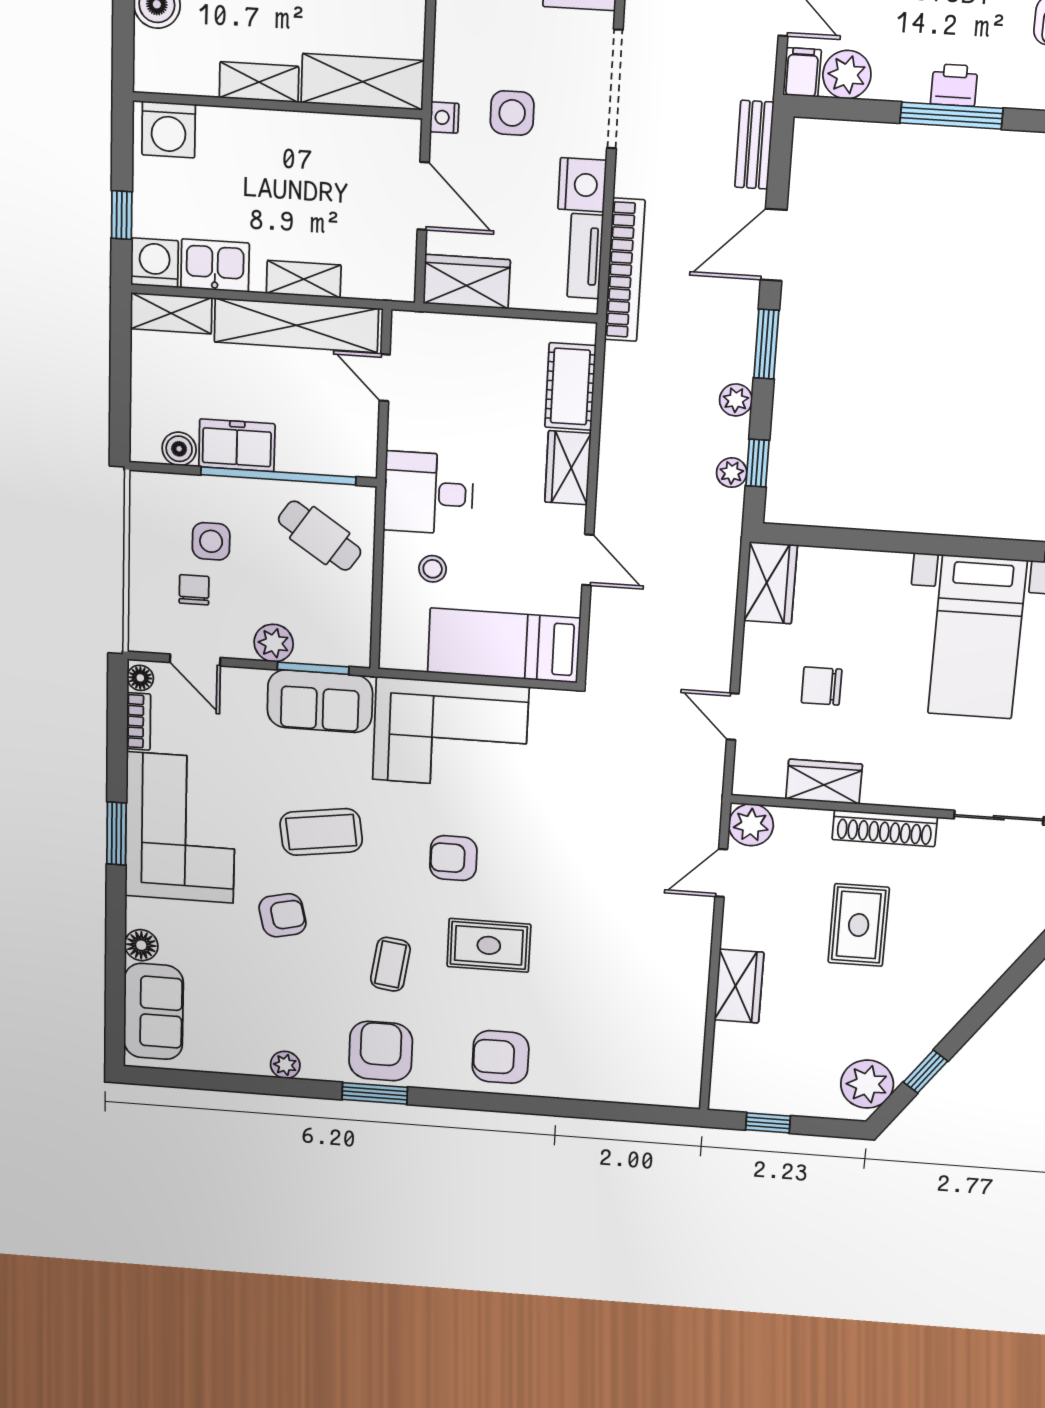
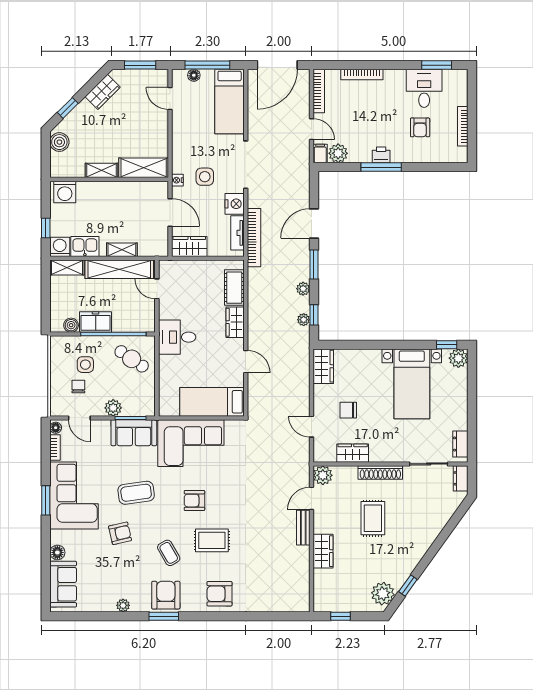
bench: (754, 145) -> (303, 528), moved
stool: (433, 569) -> (180, 370), removed
coffee table: (390, 964) -> (169, 553), turned -38

